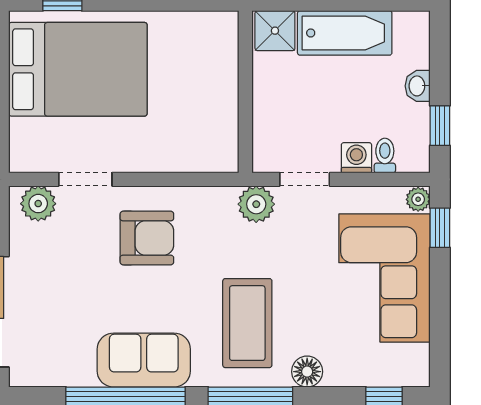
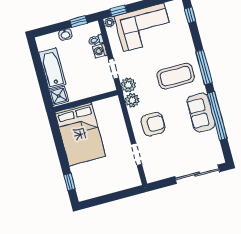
bed: (78, 69) -> (80, 134), moved, turned 180
plant: (38, 204) -> (132, 100), moved
armchair: (147, 238) -> (153, 124), turned 90
floor lamp: (307, 372) -> (188, 48), removed

